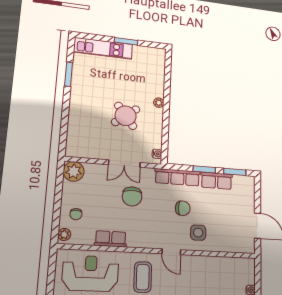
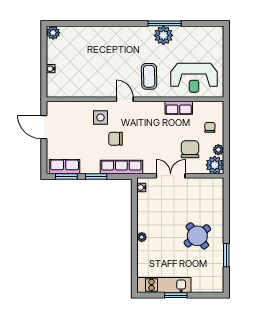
kitchen unit: (103, 48) -> (164, 285), moved
round table: (126, 116) -> (197, 236), moved
row of seats: (217, 181) -> (65, 167), moved
chair: (132, 196) -> (190, 149), moved
plant: (64, 234) -> (218, 150), moved

